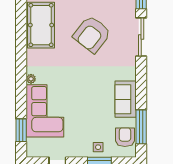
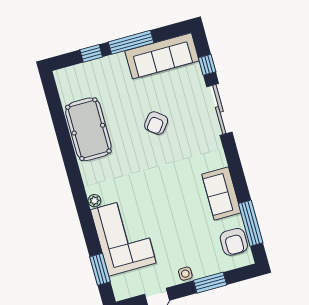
armchair: (92, 34) -> (156, 123), width x0.53, depth x0.53
armchair: (125, 137) -> (234, 242), turned 180
side table: (98, 147) -> (185, 274), moved

